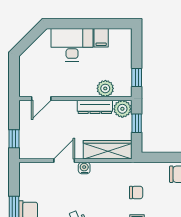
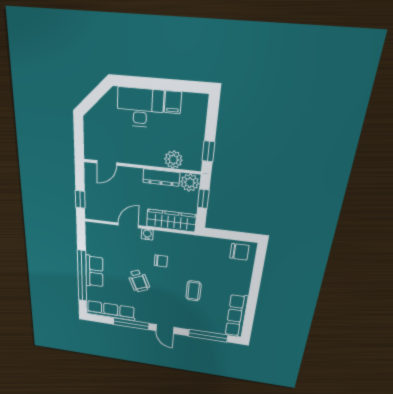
chair: (136, 192) -> (161, 261), moved

